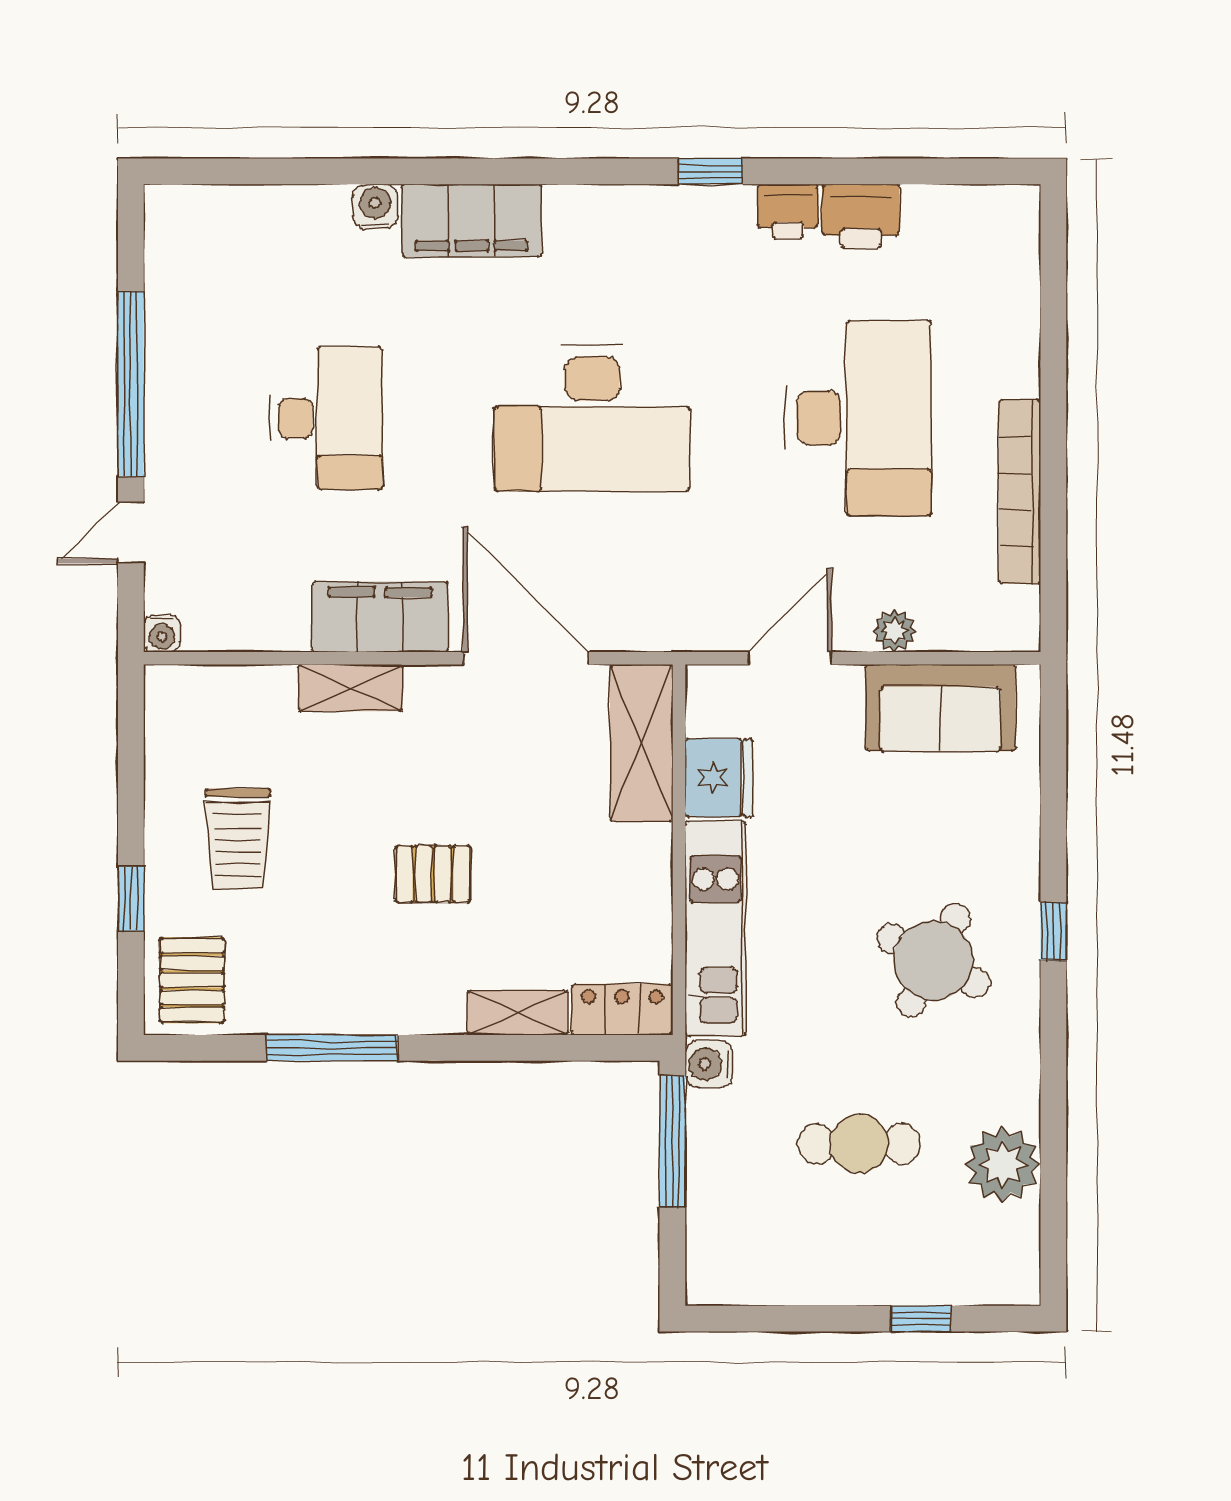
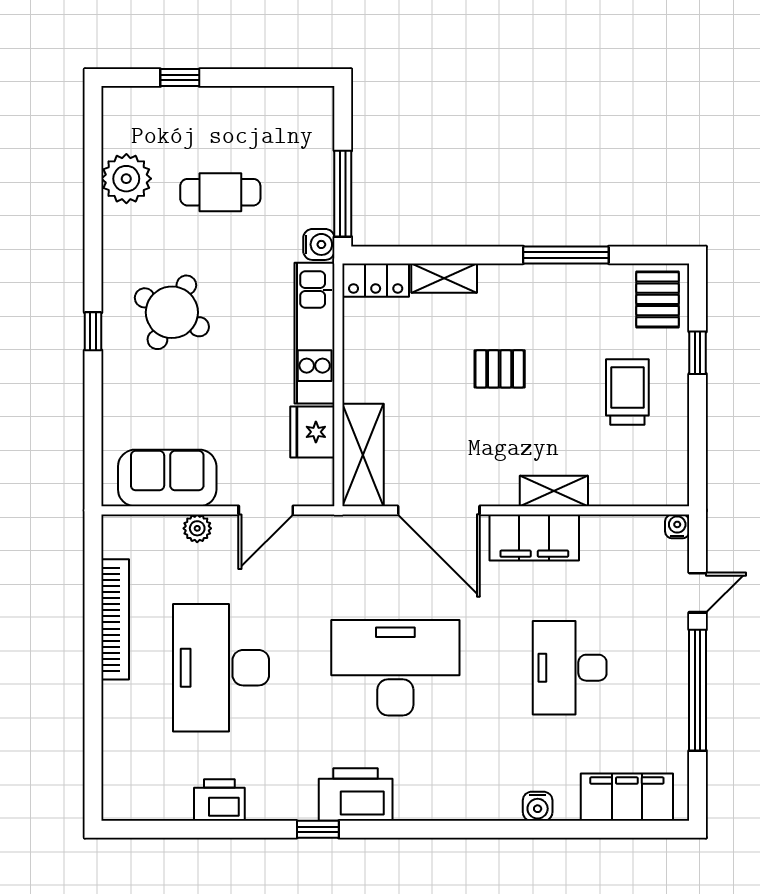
printer: (788, 211) -> (356, 795), moved, width x1.87, depth x1.48
filing cabinet: (472, 220) -> (627, 797), moved

